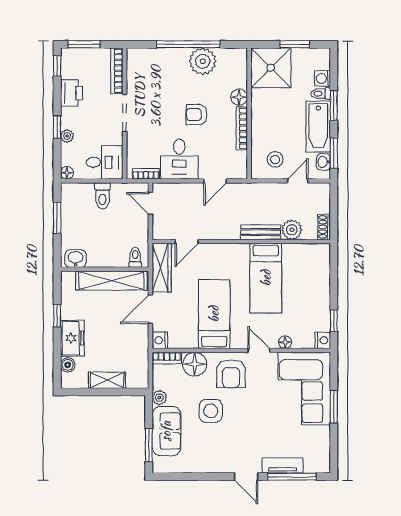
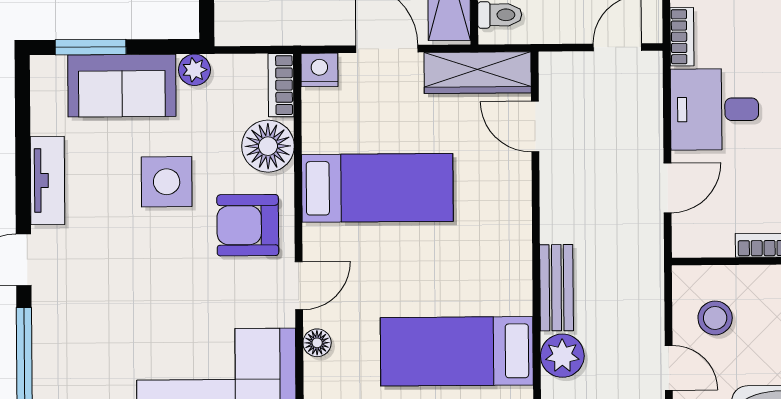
door: (215, 181) -> (667, 188), swing flipped
bed: (266, 278) -> (457, 351), moved
tv unit: (282, 465) -> (48, 180), moved

